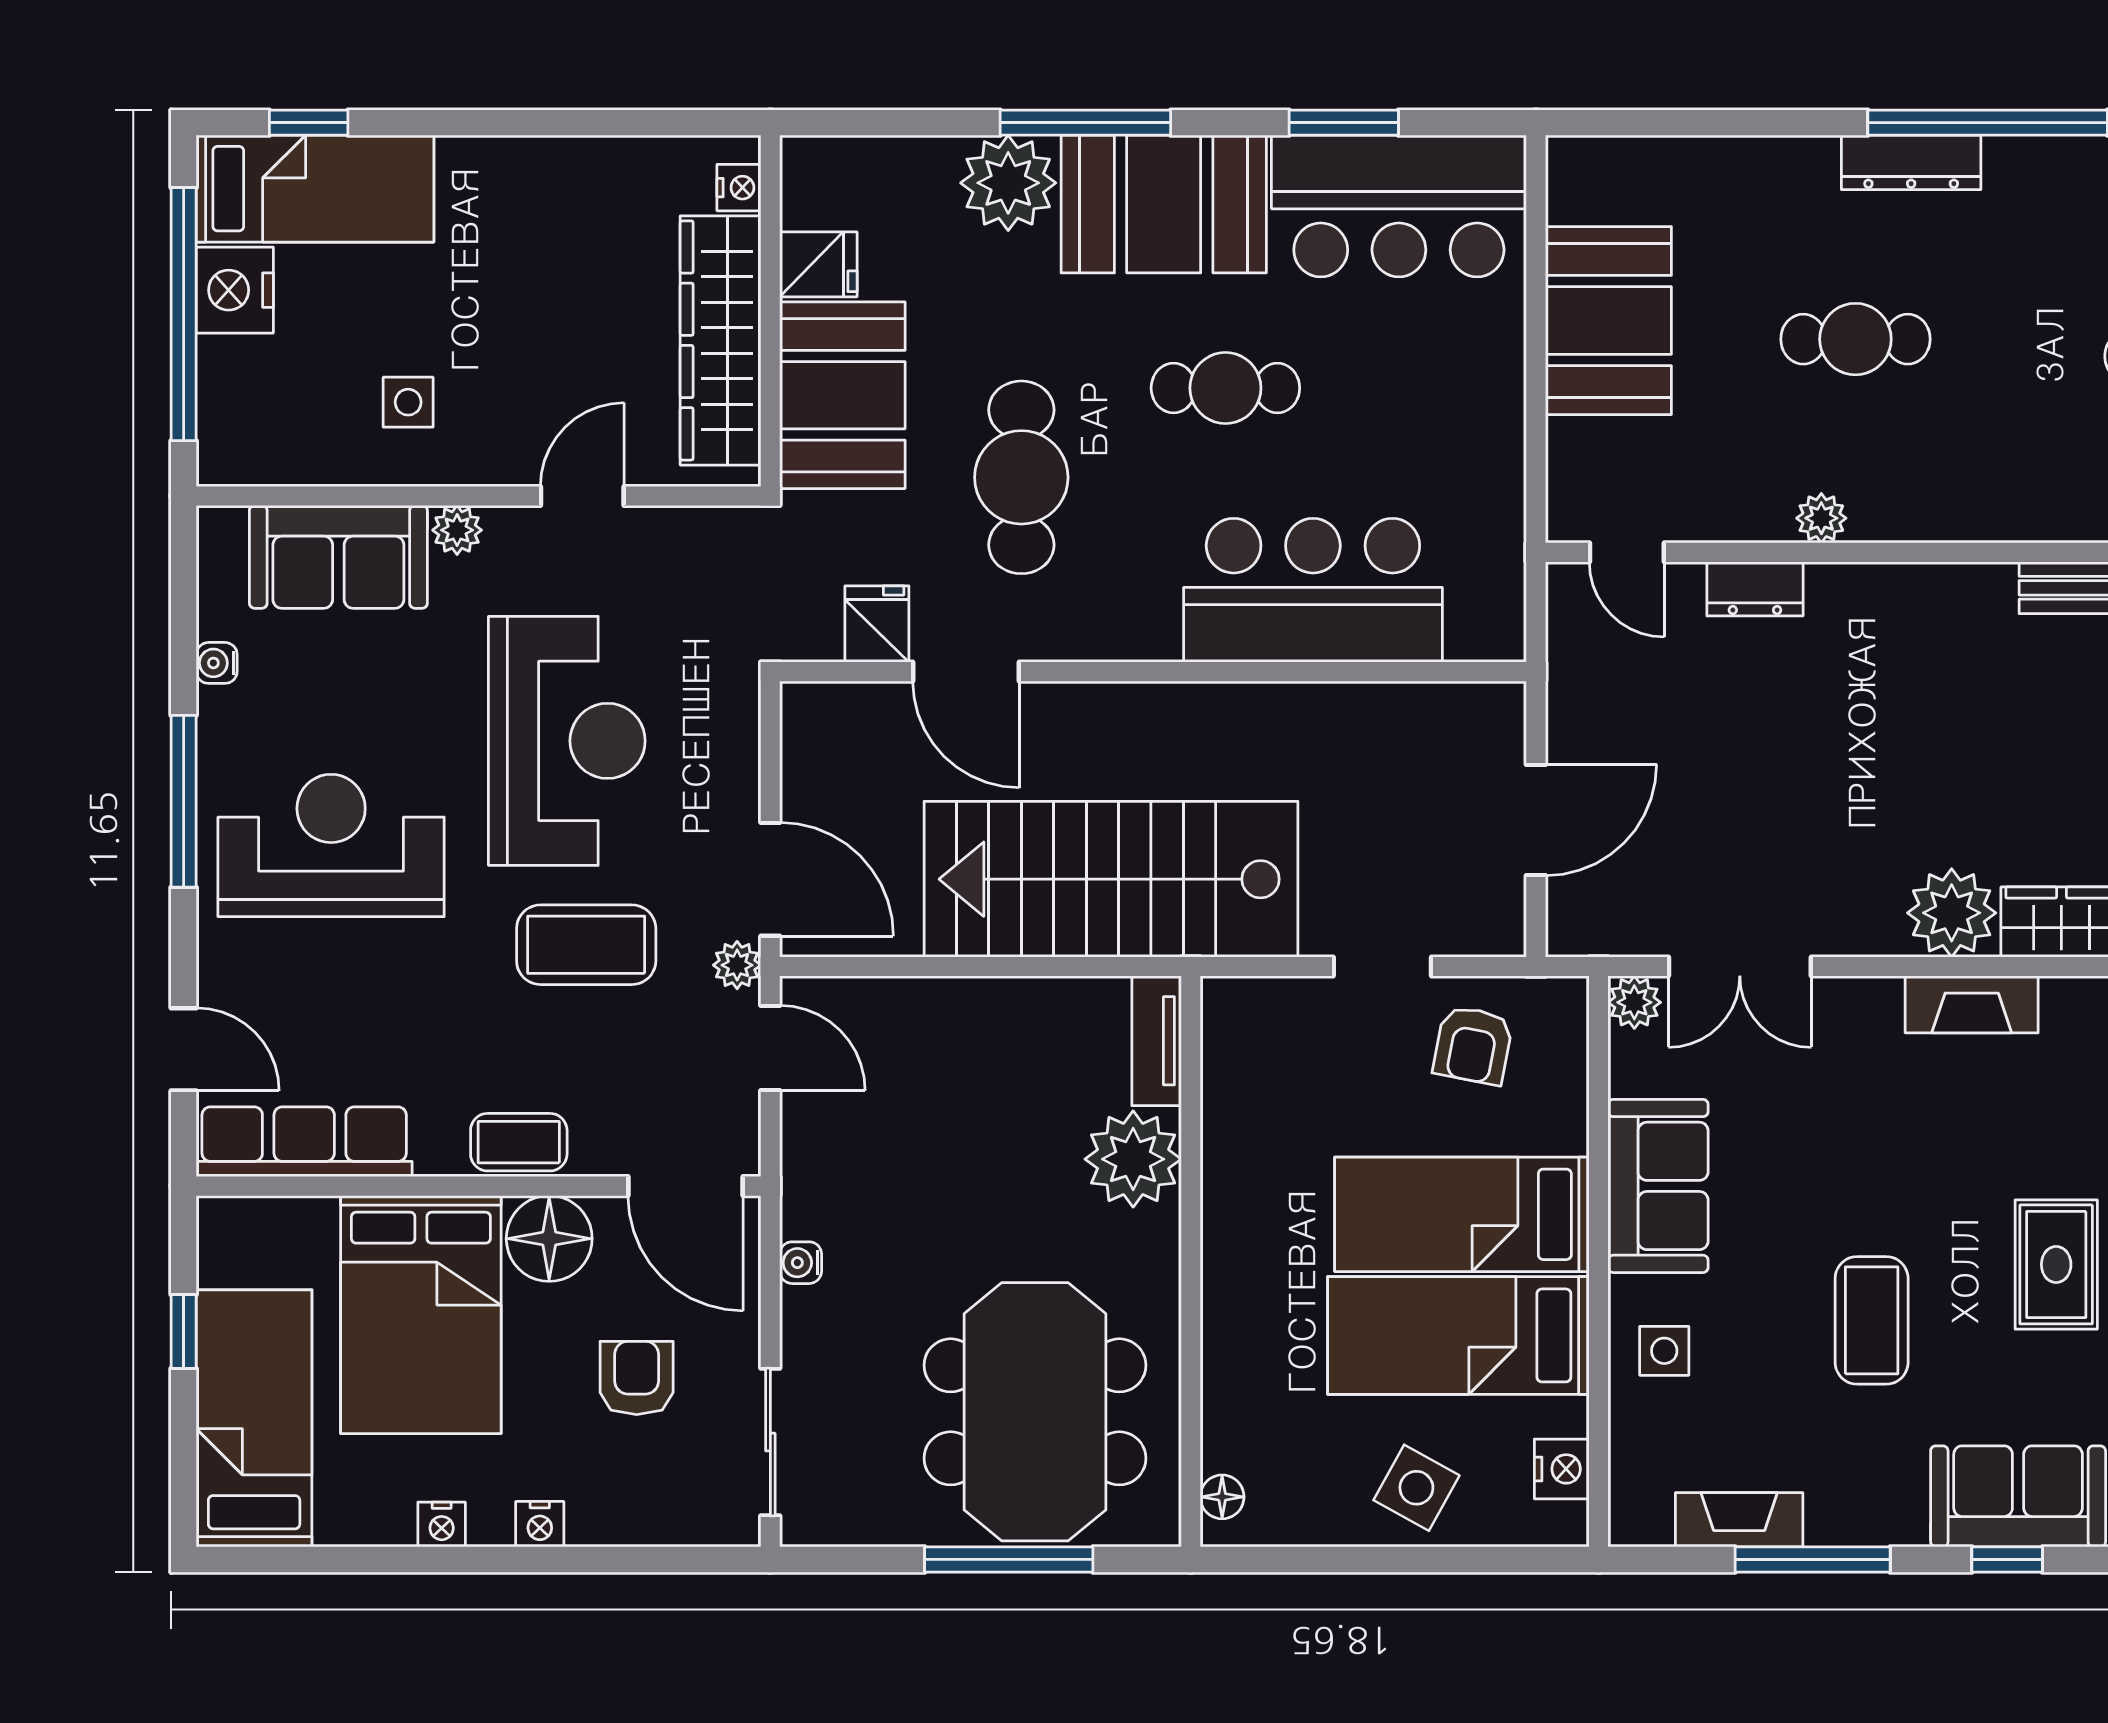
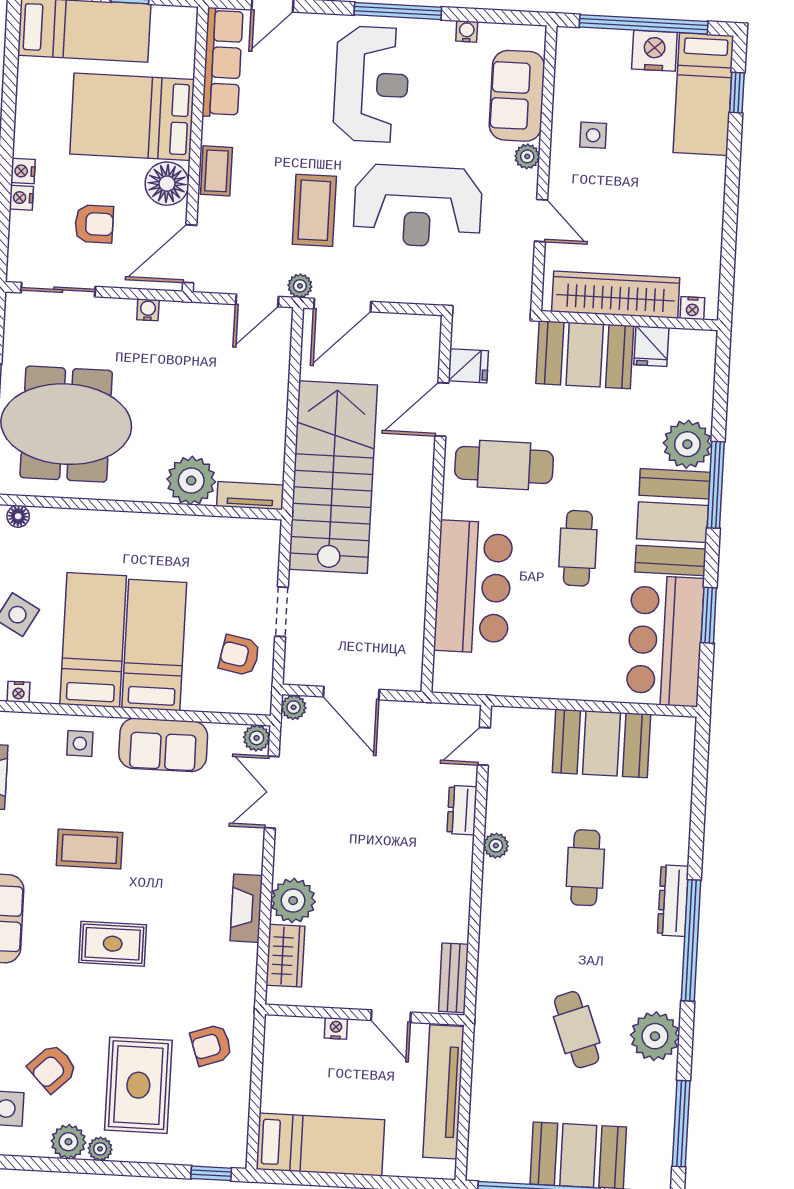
cafe table: (1021, 477) -> (504, 465), moved
plant: (1570, 933) -> (294, 707), added
nightstand: (1562, 1469) -> (19, 692), width x0.72, depth x0.74
nightstand: (442, 1525) -> (21, 198), moved

